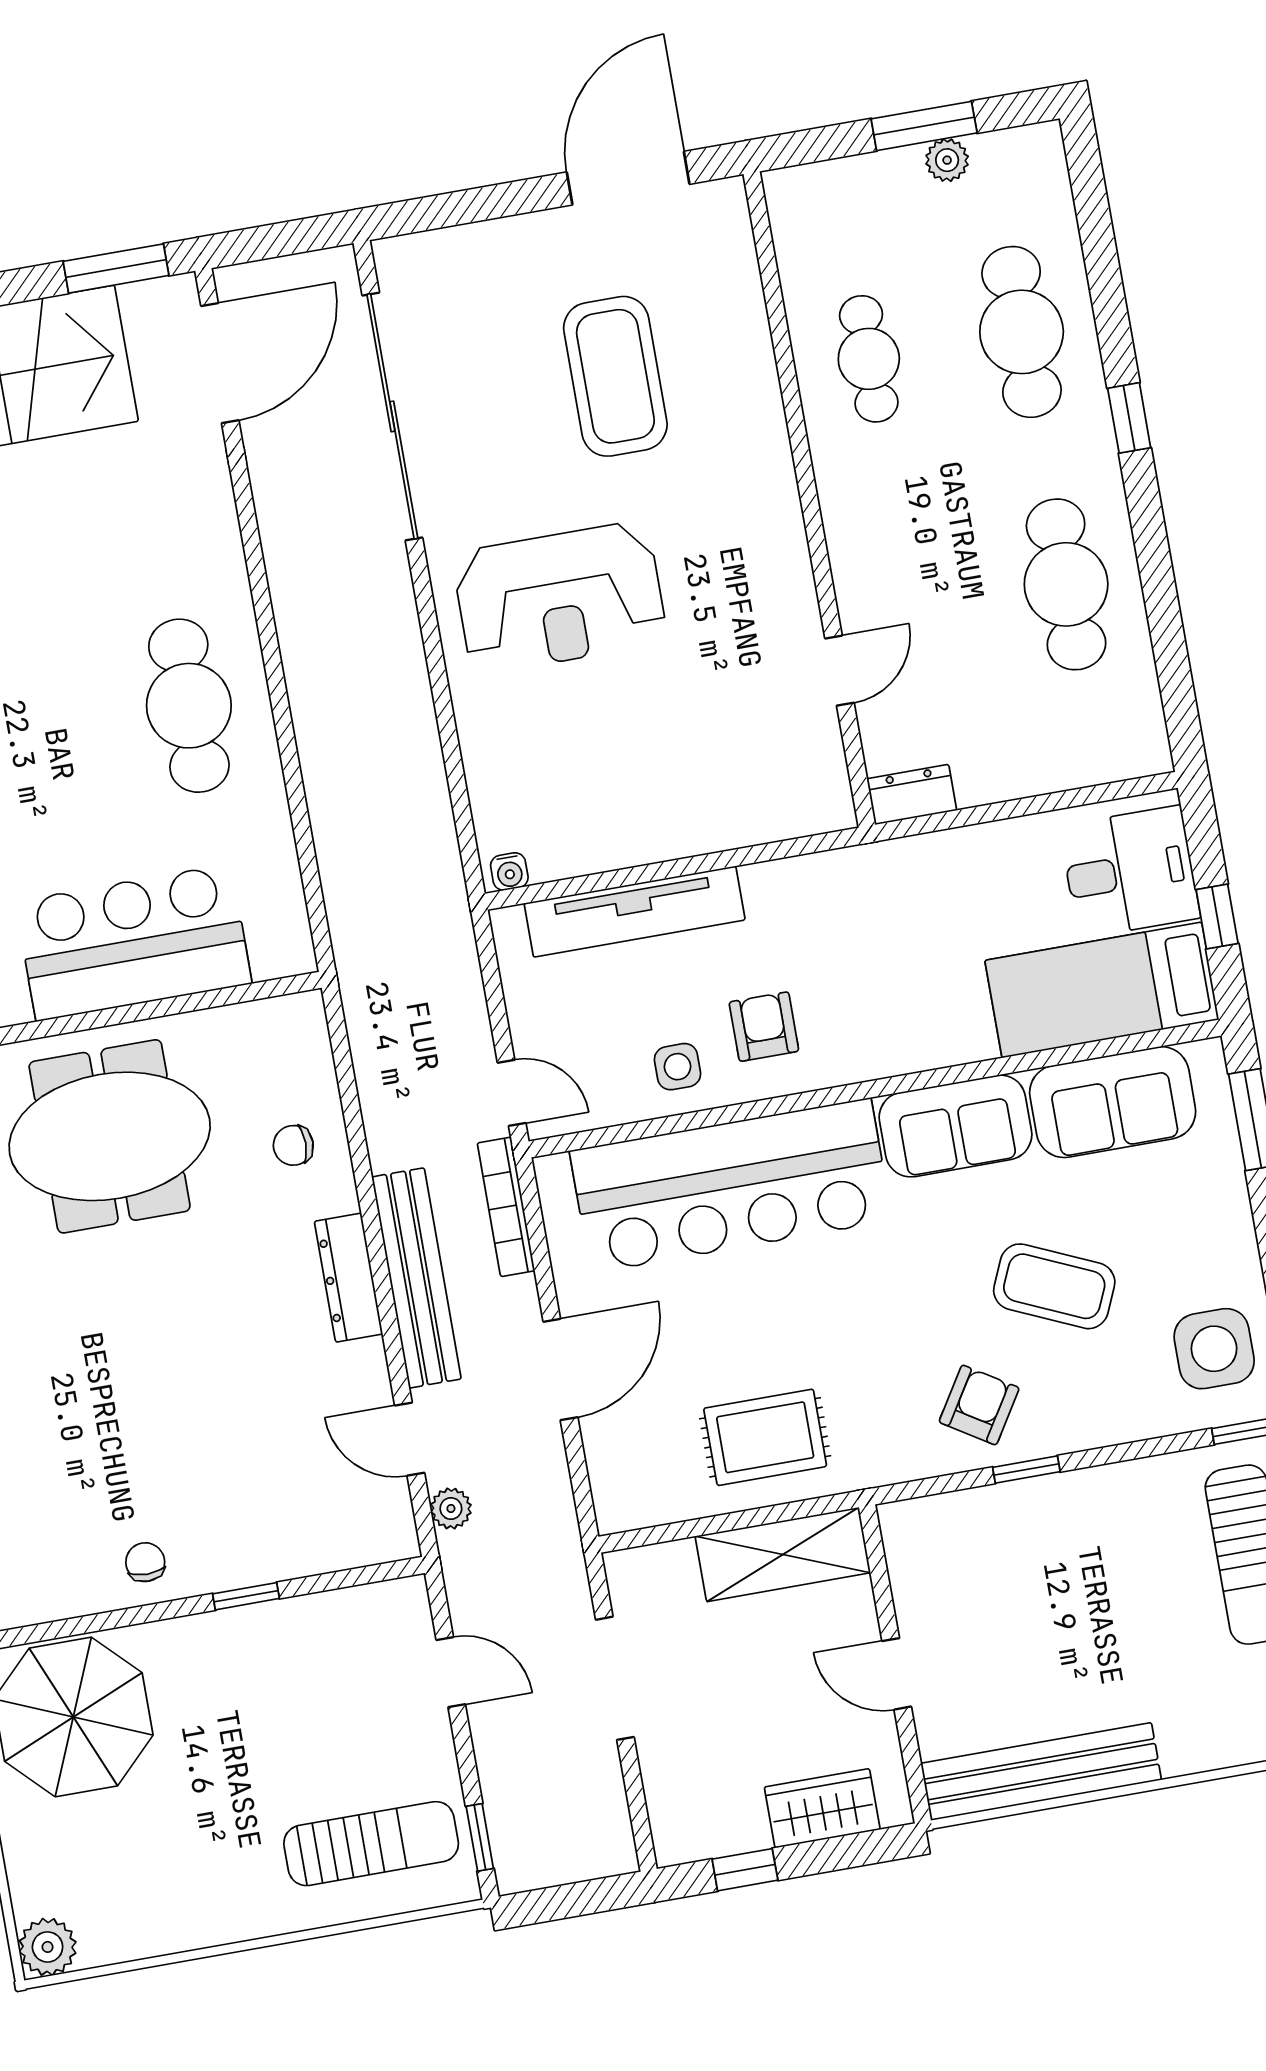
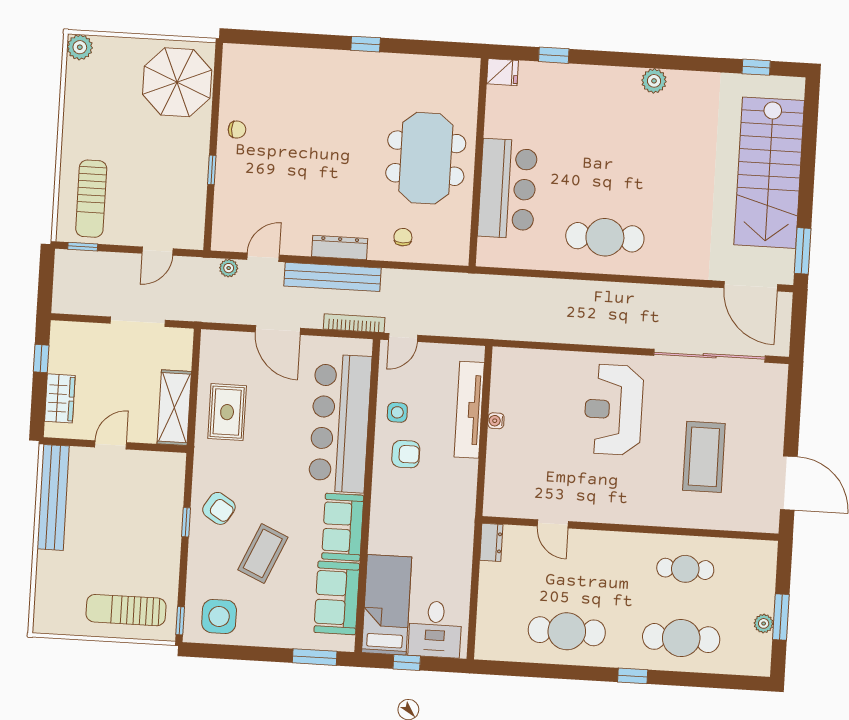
coffee table: (615, 376) -> (704, 457), turned 90
water cooler: (509, 872) -> (496, 421), moved

